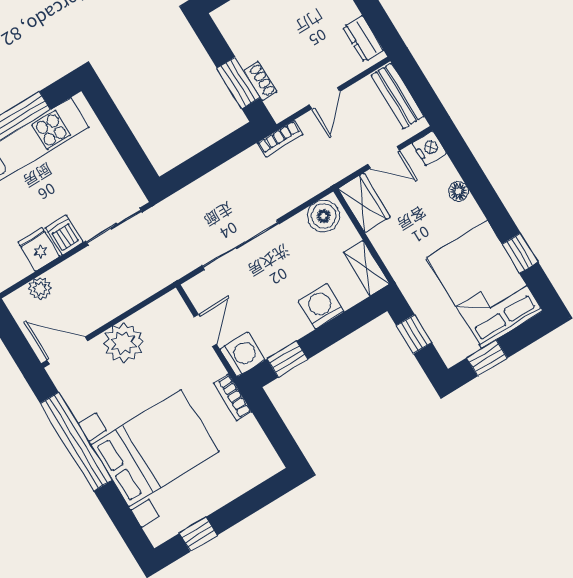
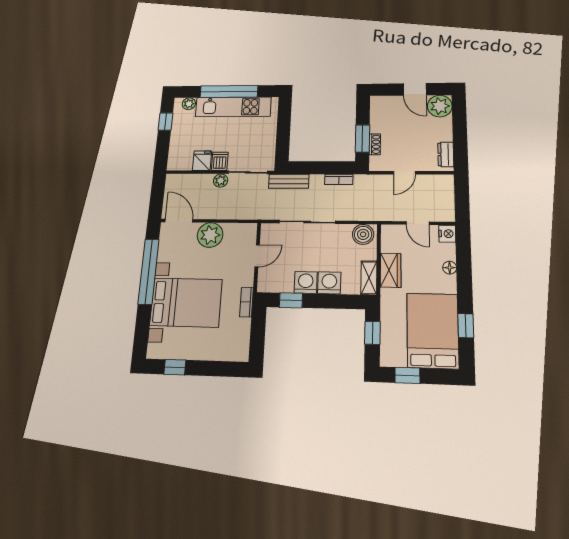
bench: (397, 96) -> (289, 181), moved, turned 90
bookcase: (280, 139) -> (339, 179), moved
wardrobe: (364, 203) -> (391, 270), moved
plant: (40, 288) -> (221, 181), moved
washing machine: (242, 354) -> (306, 282), moved, turned -90

